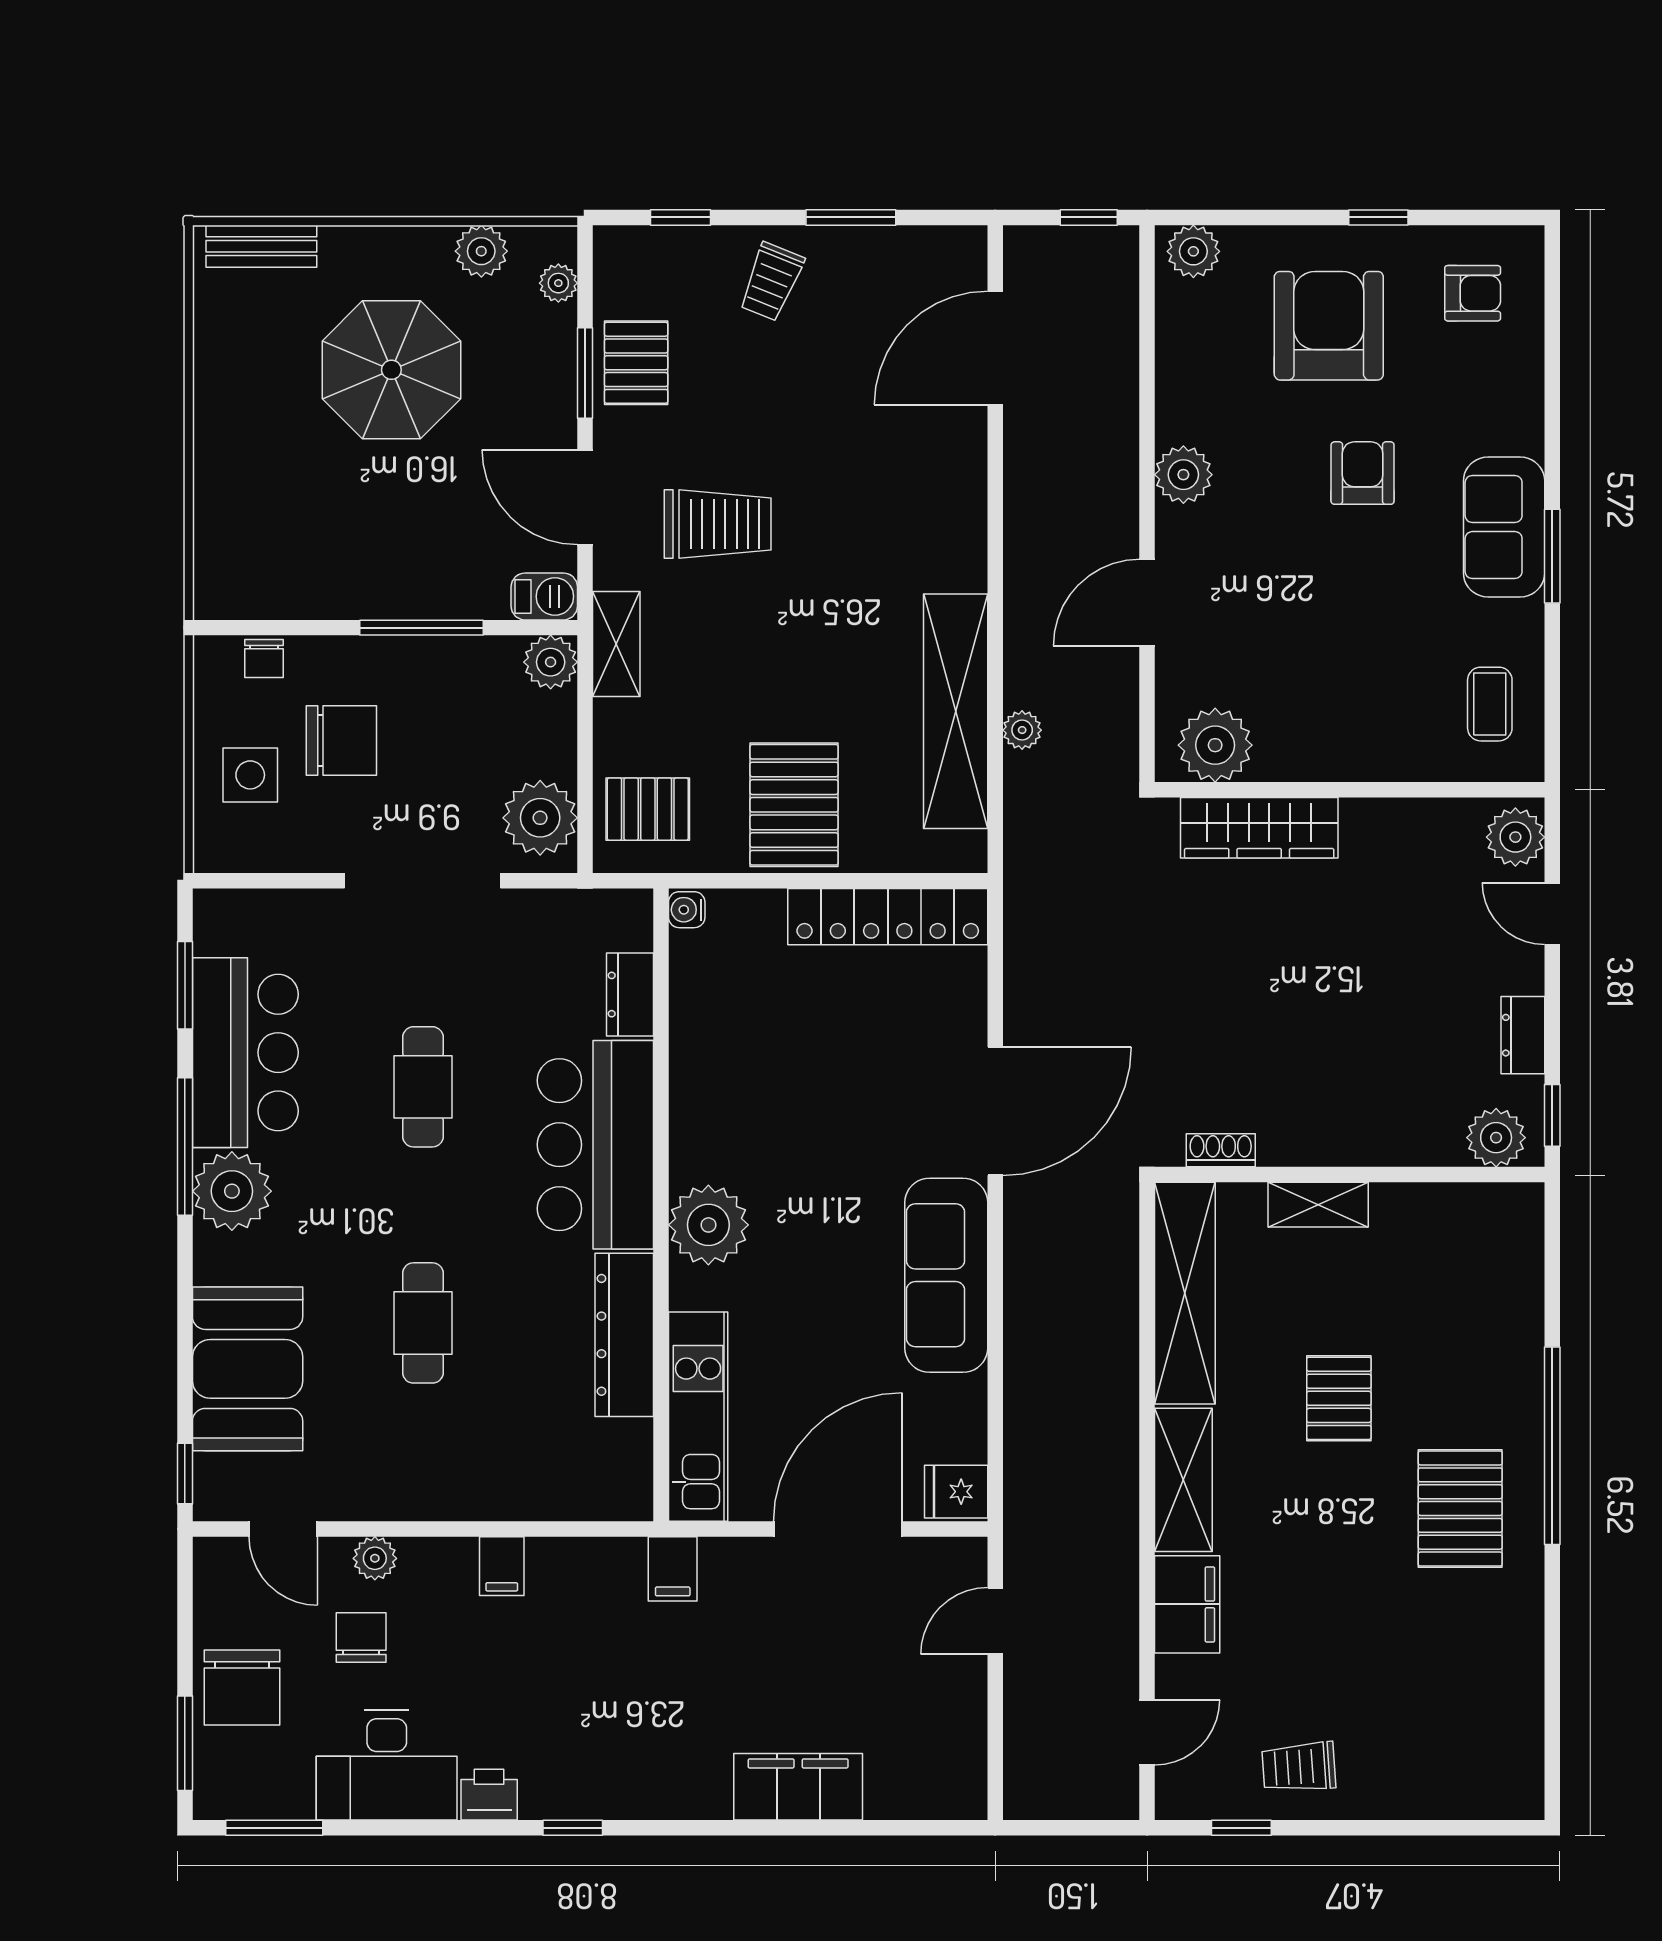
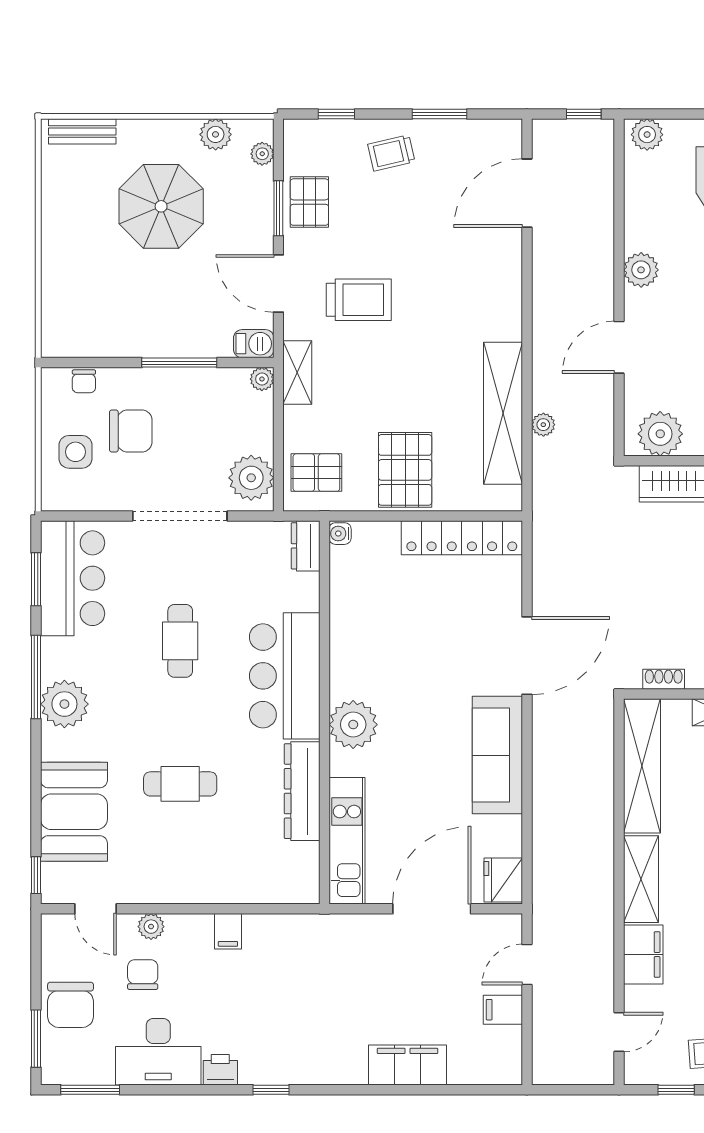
trolley: (771, 282) -> (391, 153), turned 55
plant: (551, 662) -> (262, 379), width x0.73, depth x0.73
dresser: (630, 995) -> (306, 546), moved
bar counter: (245, 1053) -> (73, 578), moved
cafe table: (423, 1323) -> (180, 784), turned 90
fridge: (956, 1492) -> (503, 880), width x1.38
filing cabinet: (673, 1569) -> (503, 1010), moved, turned 90

